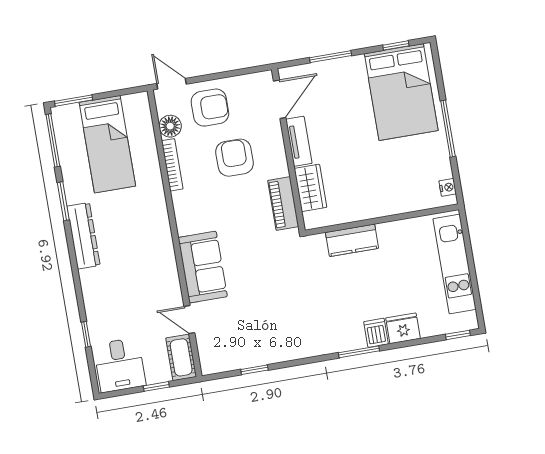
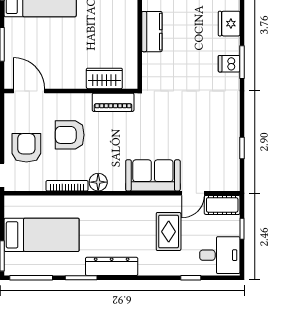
floor lamp: (170, 126) -> (98, 182), moved
tv unit: (299, 141) -> (65, 81), removed
kitchen counter: (352, 240) -> (152, 32), moved
rug: (138, 298) -> (169, 232), added
dishwasher: (376, 333) -> (229, 64), moved

